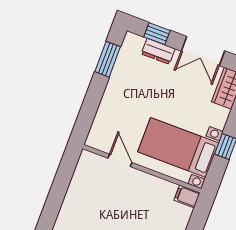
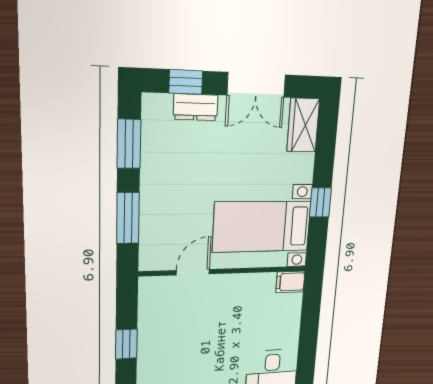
window: (90, 106) -> (128, 218), added
door: (120, 160) -> (193, 272), hinge flipped
window: (57, 193) -> (126, 344), added

